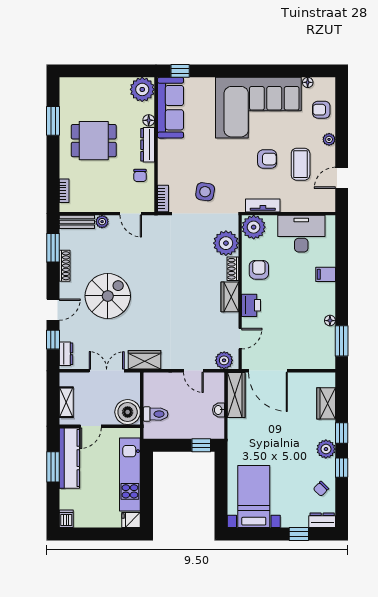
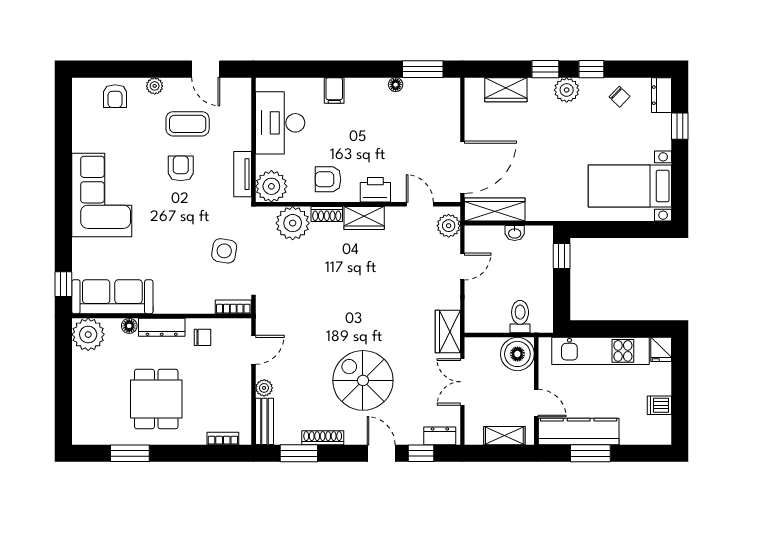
floor lamp: (308, 82) -> (79, 114), removed
corner sofa: (258, 108) -> (102, 195), width x0.73, depth x0.74
dishwasher: (66, 519) -> (659, 405), moved

